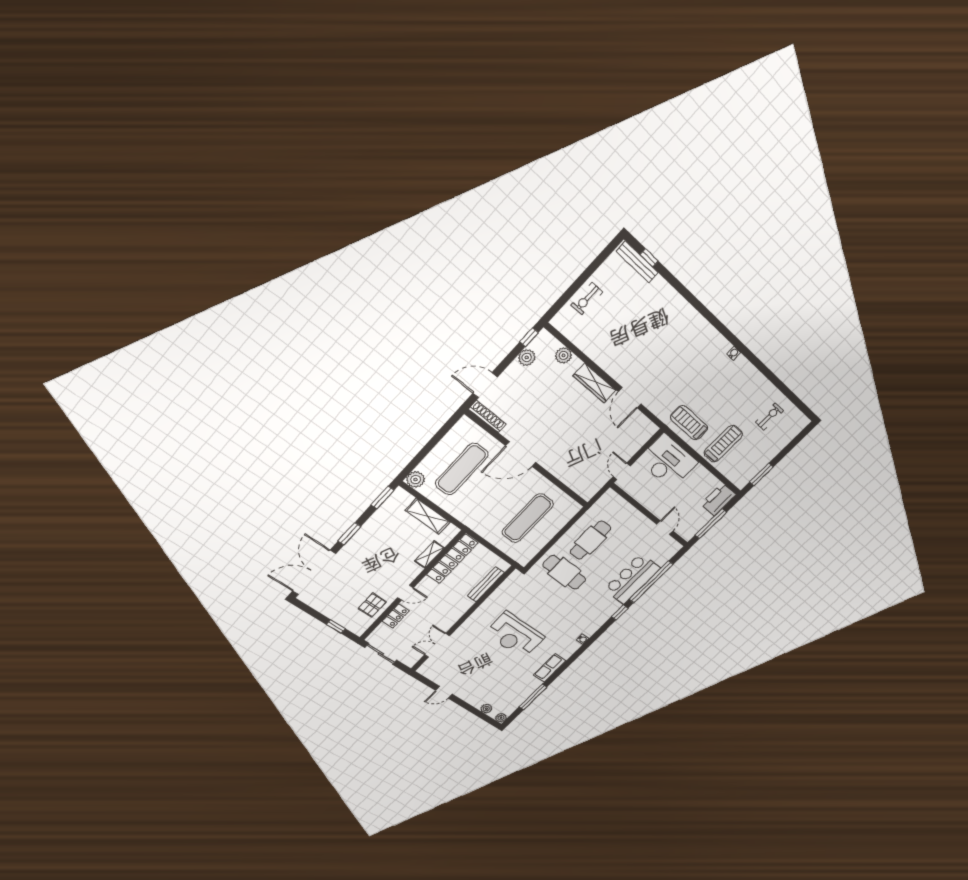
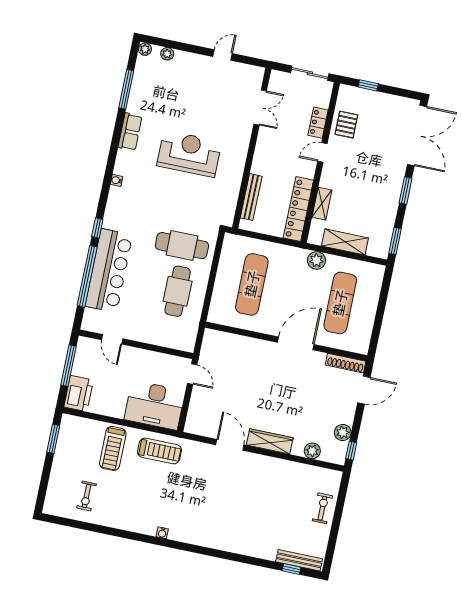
plant: (416, 480) -> (316, 260), moved
bar counter: (632, 579) -> (109, 271), width x1.36

